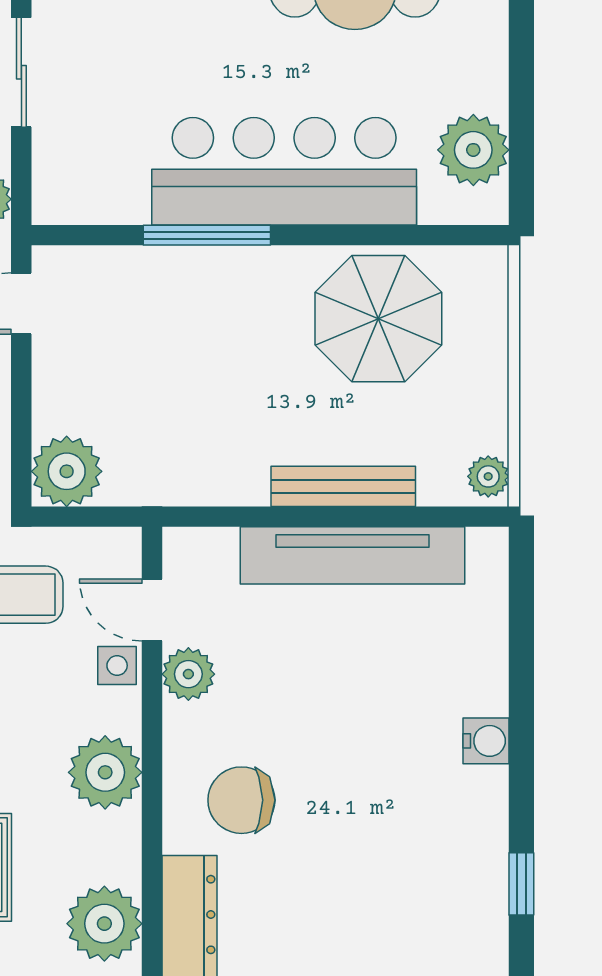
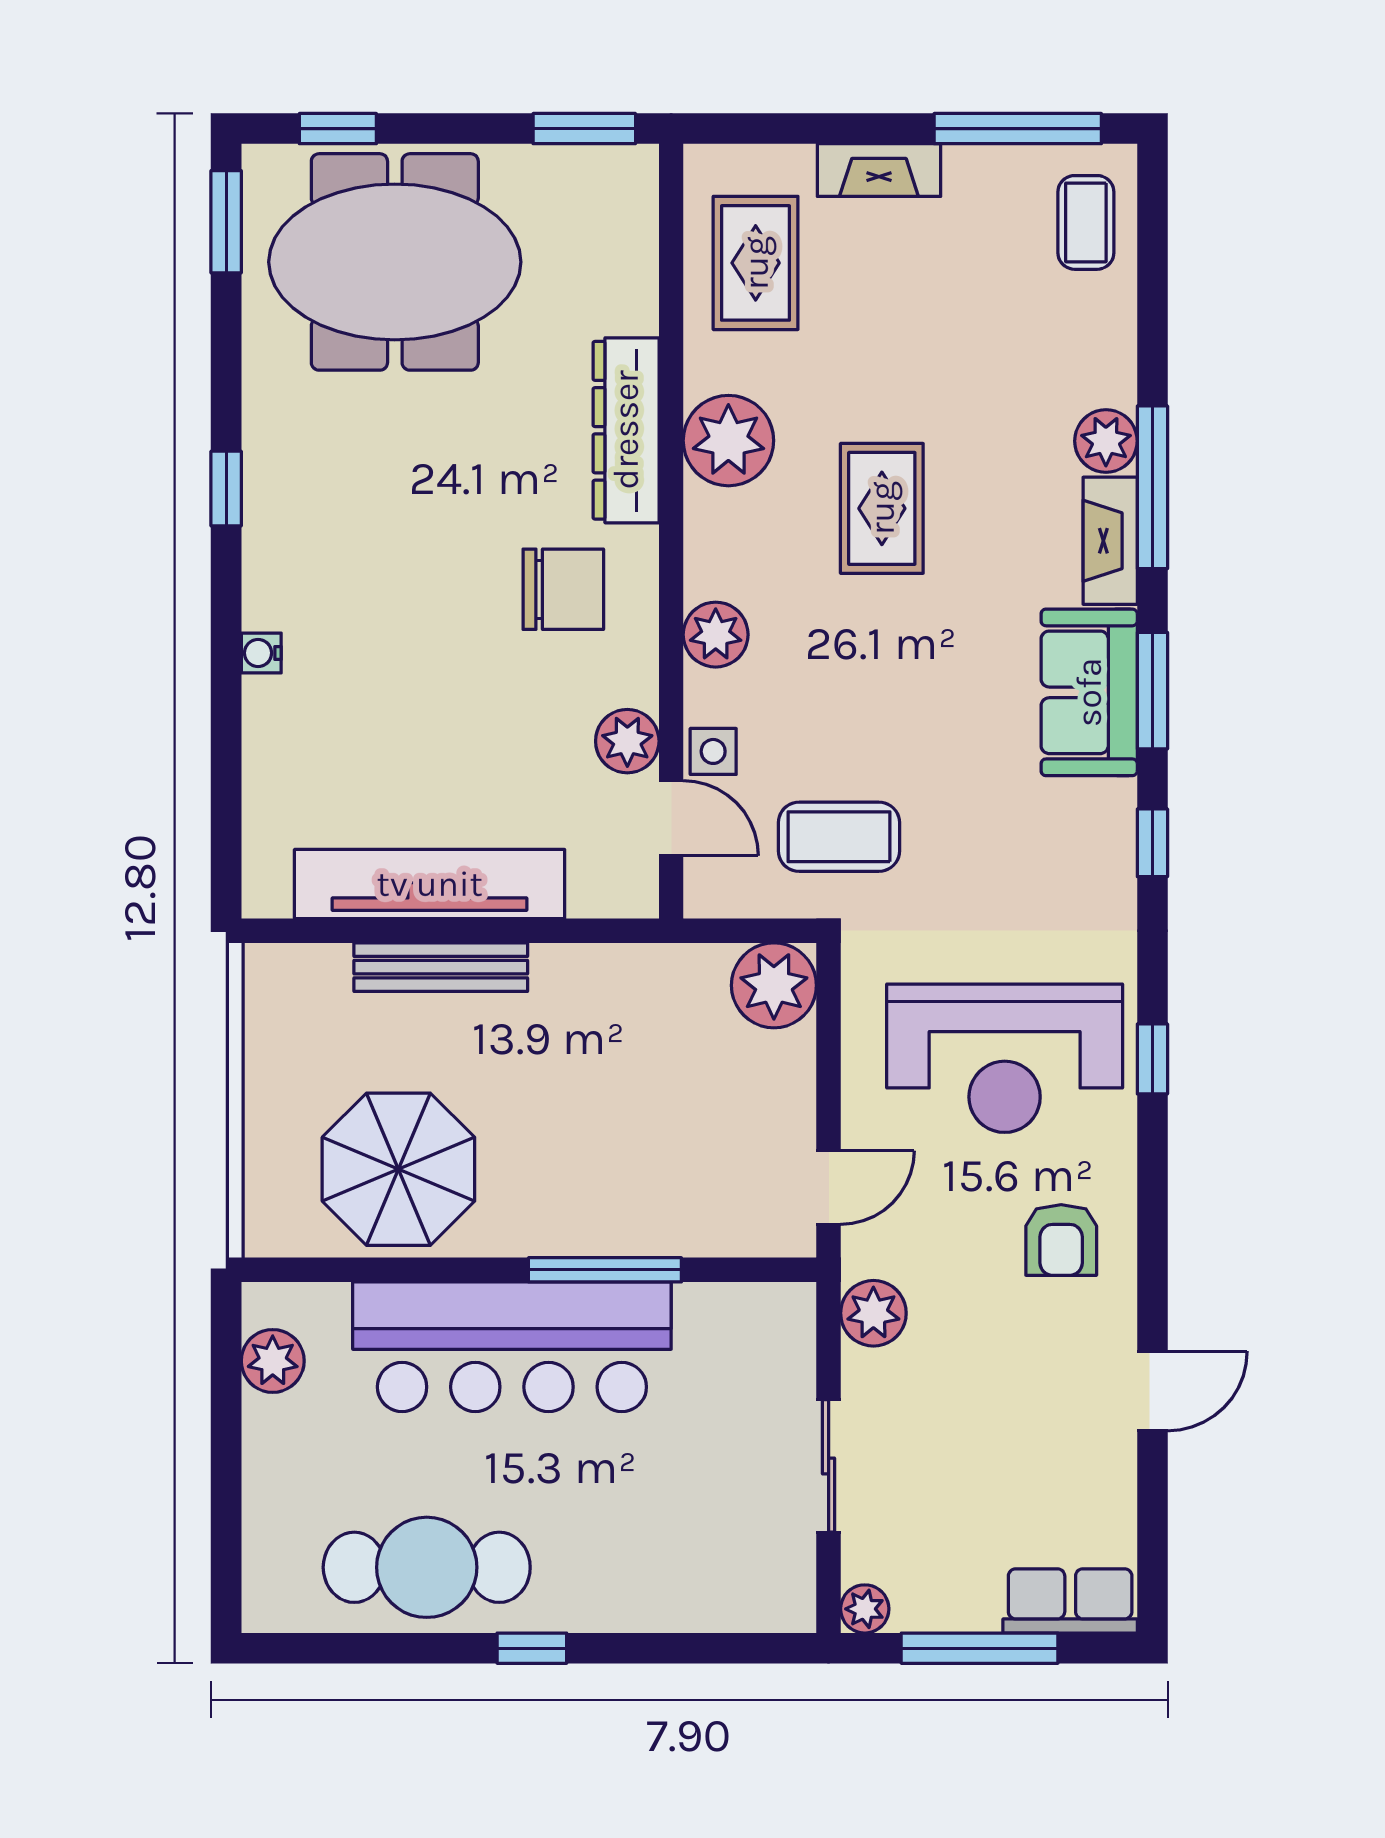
plant: (473, 150) -> (273, 1361), width x0.73, depth x0.73
plant: (488, 476) -> (266, 979), removed
water cooler: (486, 741) -> (261, 653), width x0.72, depth x0.72
plant: (105, 772) -> (716, 635), width x0.73, depth x0.73

